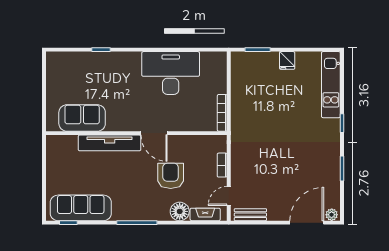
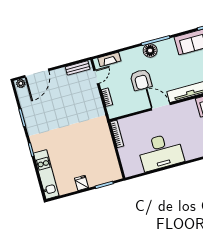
floor lamp: (180, 211) -> (150, 51), moved

